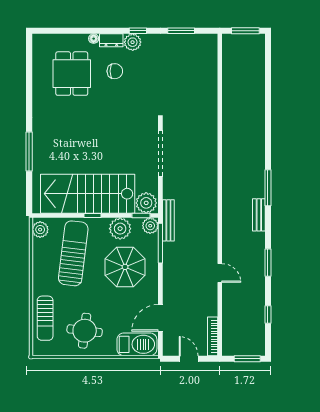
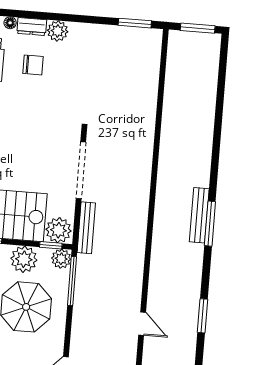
window: (138, 31) -> (65, 17), removed
window: (181, 31) -> (135, 23), moved
bench: (259, 215) -> (199, 215), moved, width x1.36
bench: (168, 220) -> (86, 228), moved

